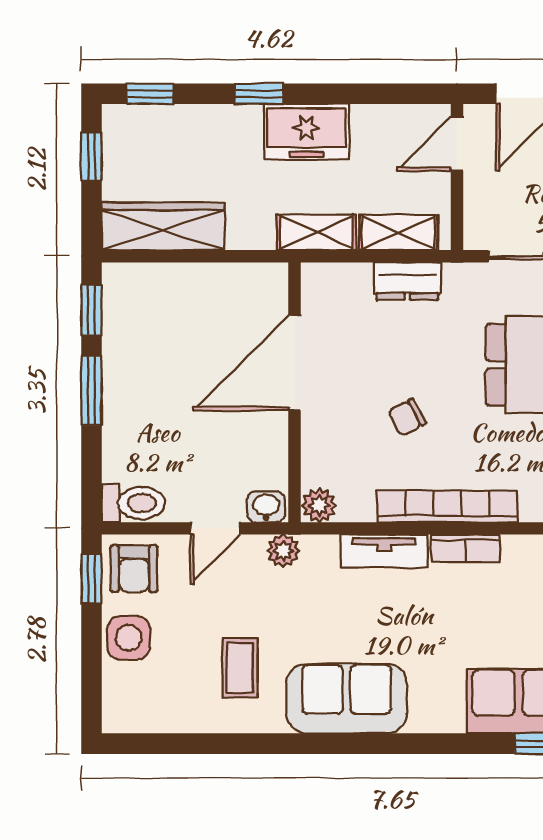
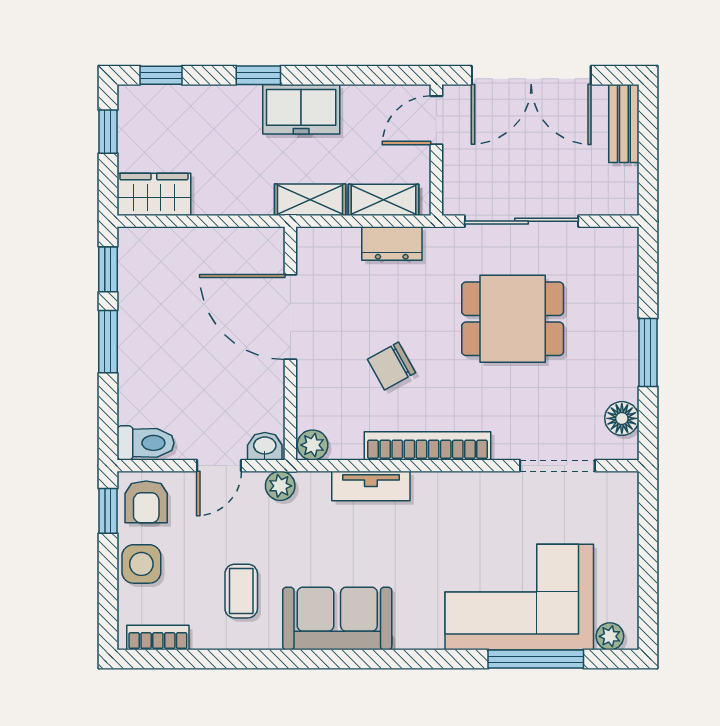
wardrobe: (163, 226) -> (154, 194), width x0.67
door: (295, 363) -> (290, 317), hinge flipped
chair: (407, 417) -> (392, 366), width x1.37, depth x1.37
bookcase: (465, 548) -> (158, 638), moved, turned 180

